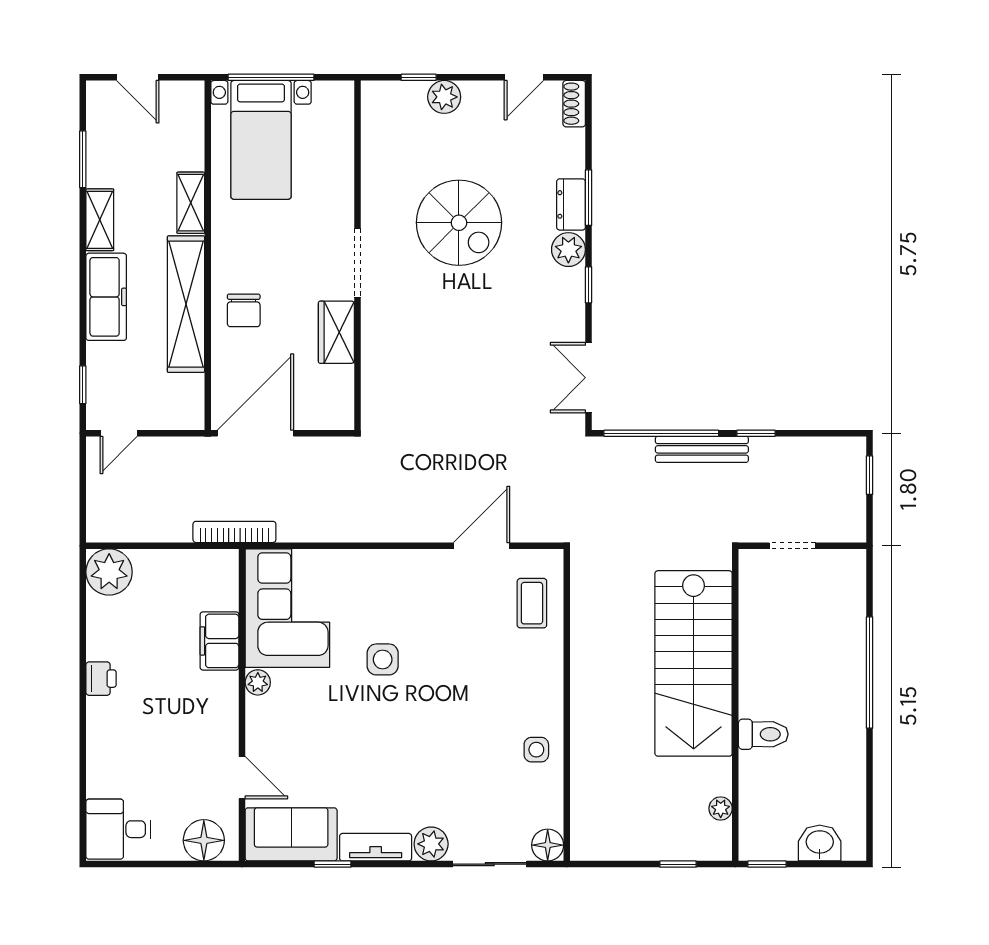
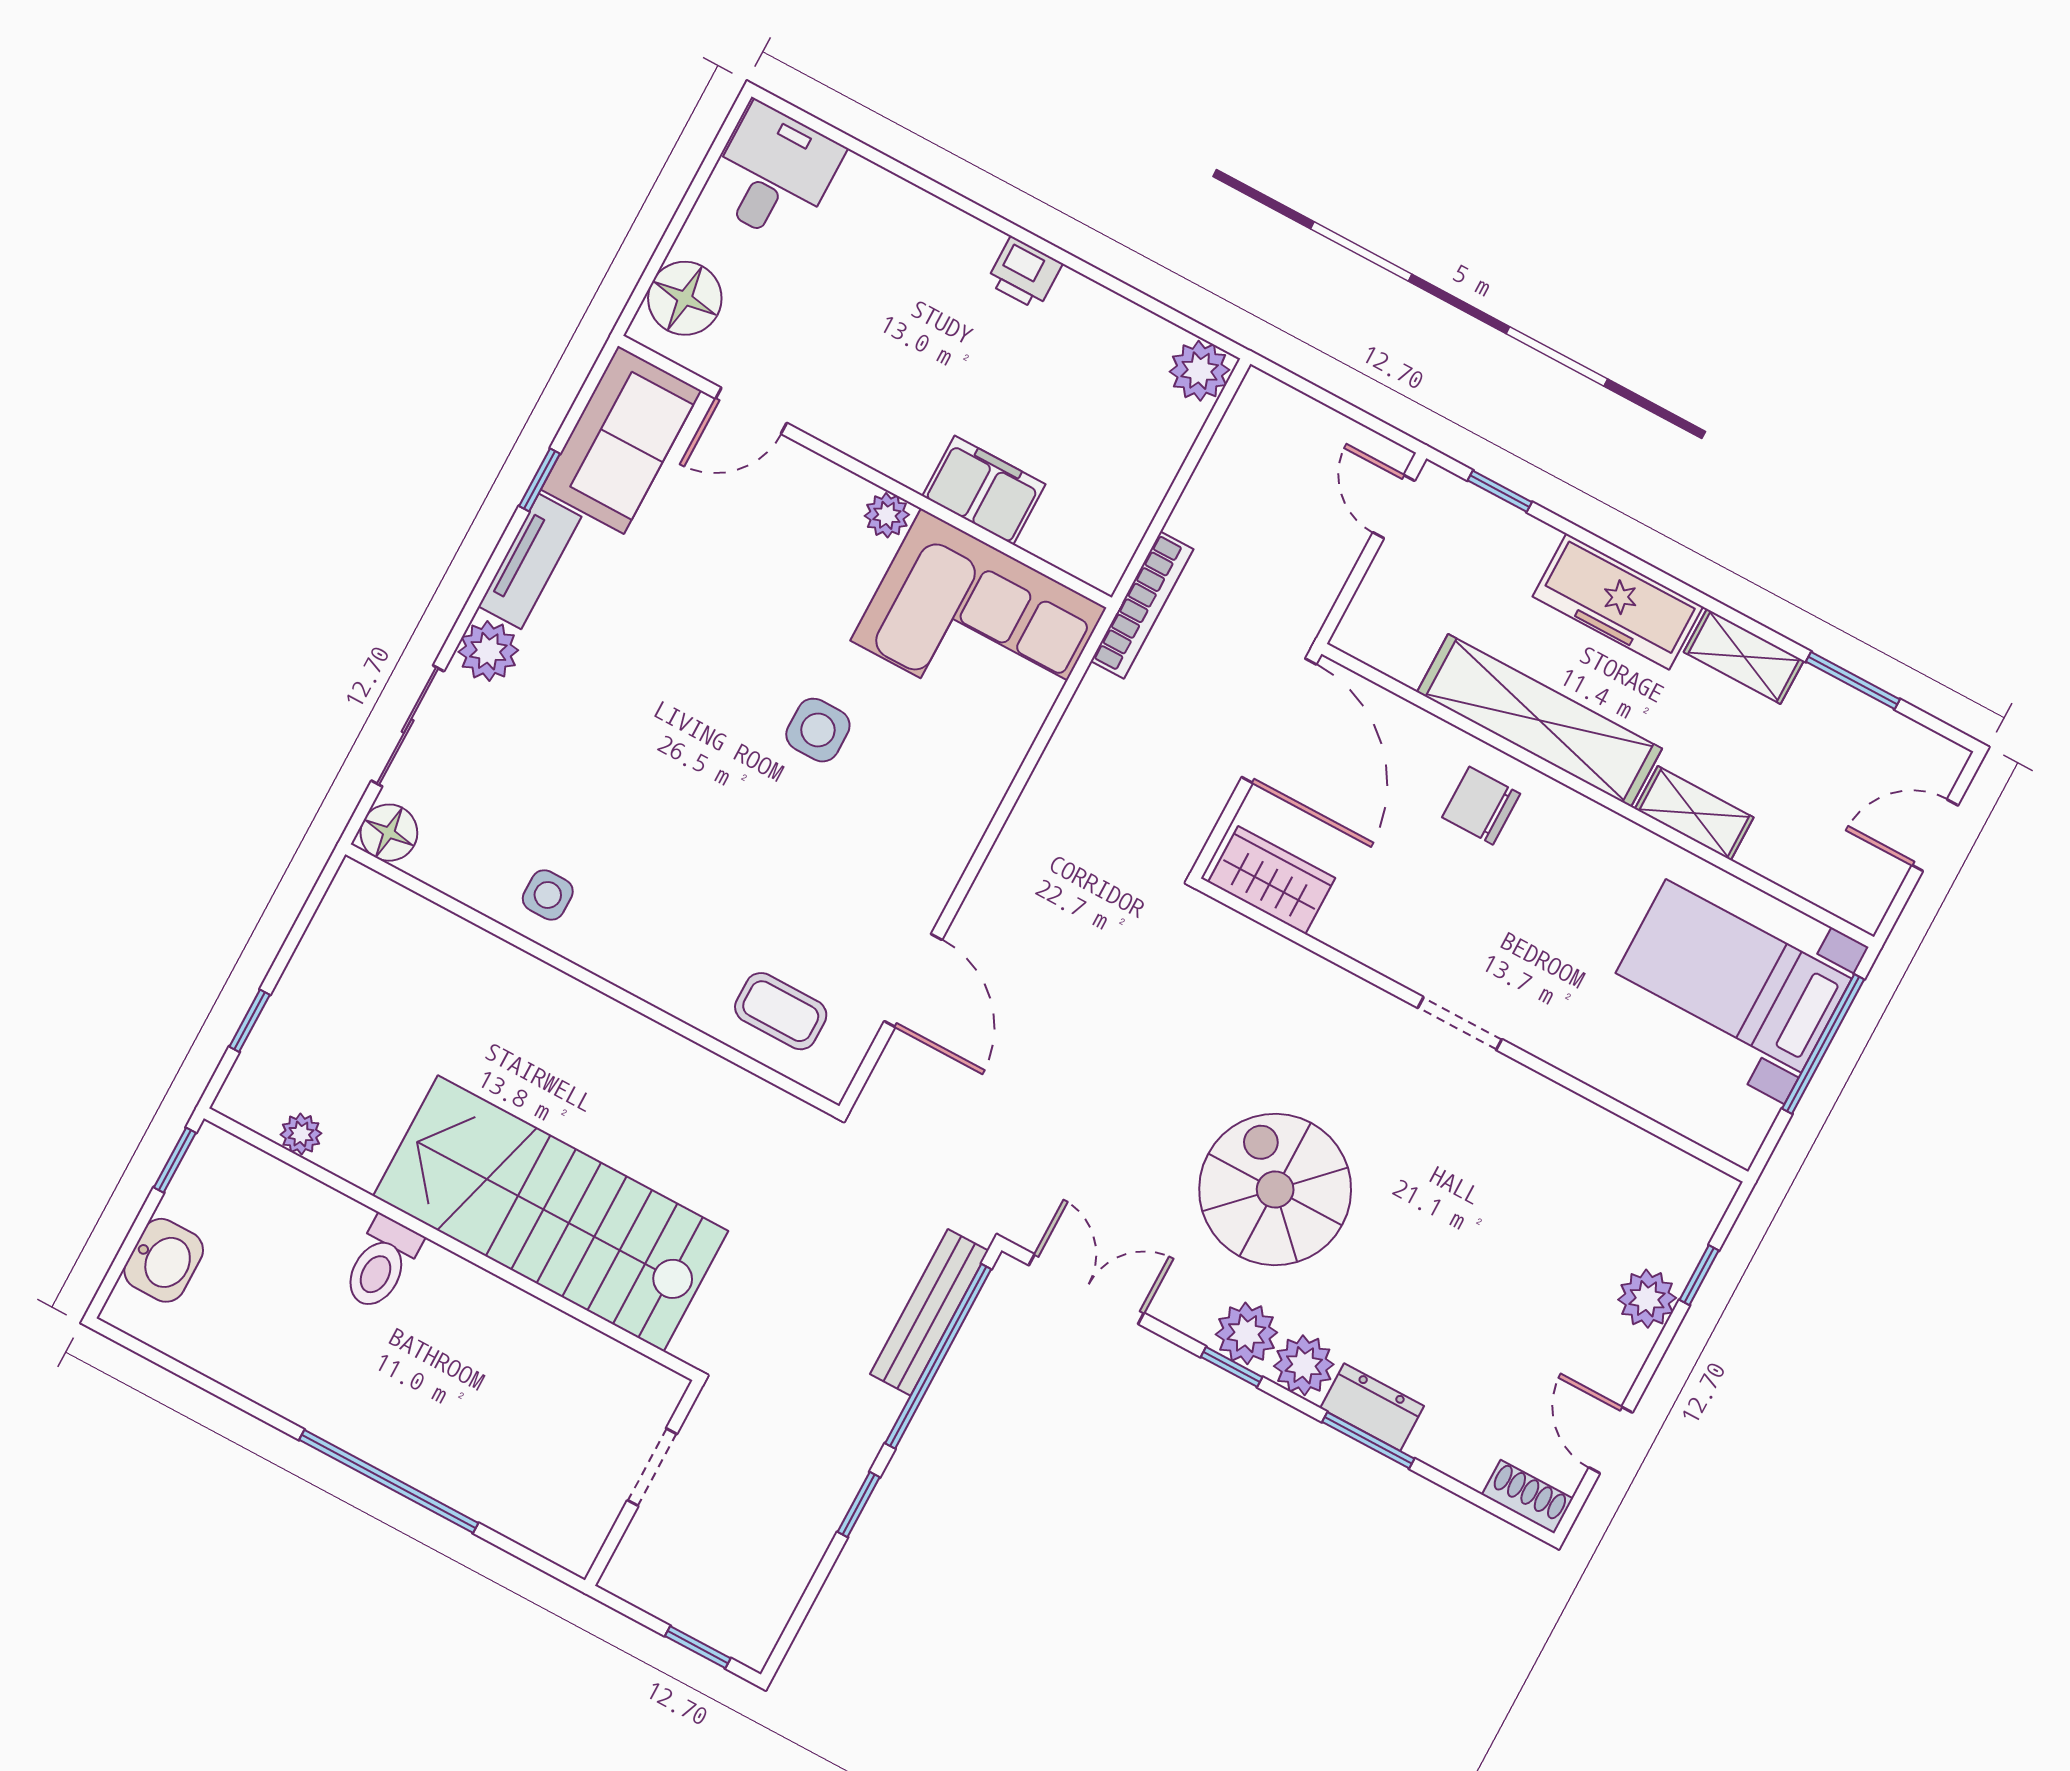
spiral stairs: (459, 223) -> (1275, 1190), moved, turned 90
doorway: (358, 263) -> (1460, 1024), width x0.73
plant: (568, 286) -> (1246, 1333), added
wardrobe: (336, 332) -> (1272, 880), moved
bench: (702, 449) -> (929, 1312), moved
plant: (109, 572) -> (1200, 371), width x0.73, depth x0.73

